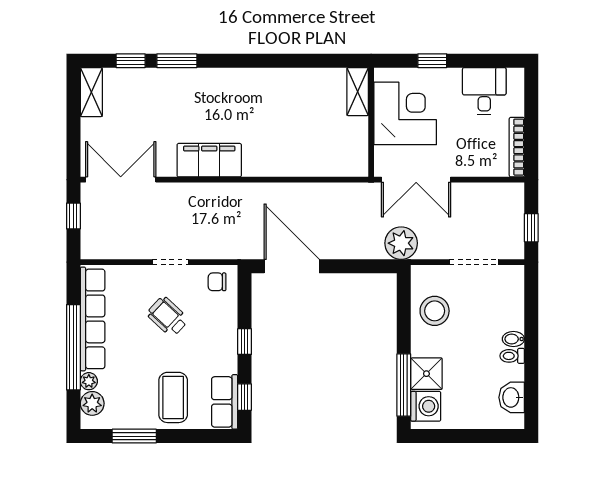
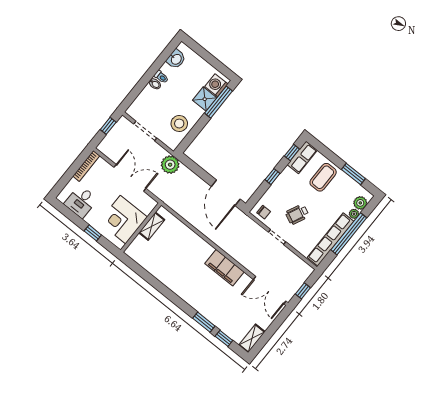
shelving: (358, 92) -> (152, 226), moved
double door: (416, 180) -> (130, 178), moved
wheelchair: (168, 317) -> (297, 214), turned 72

